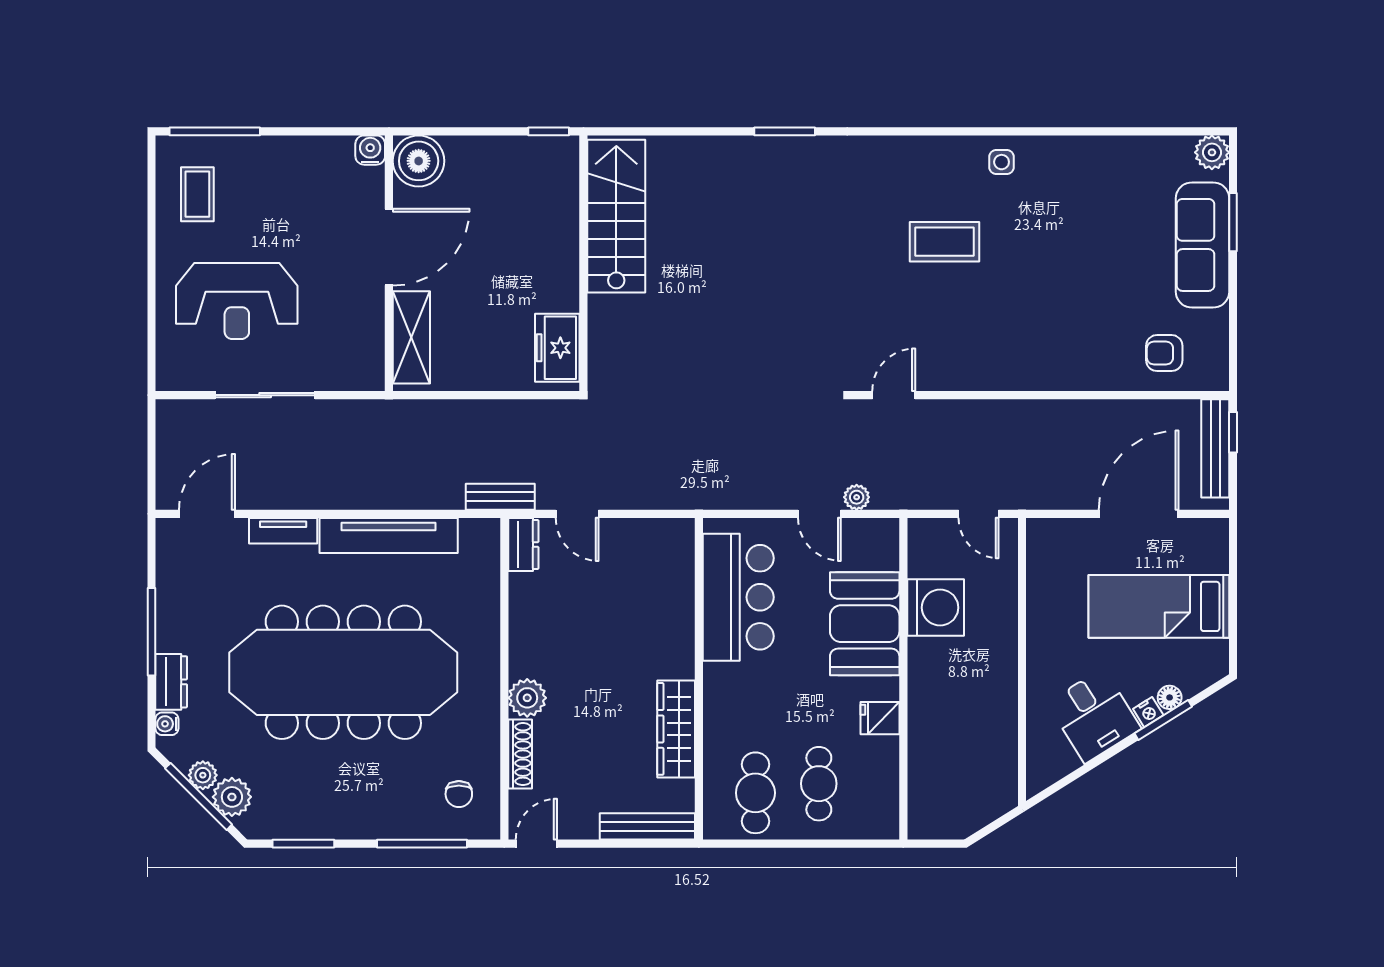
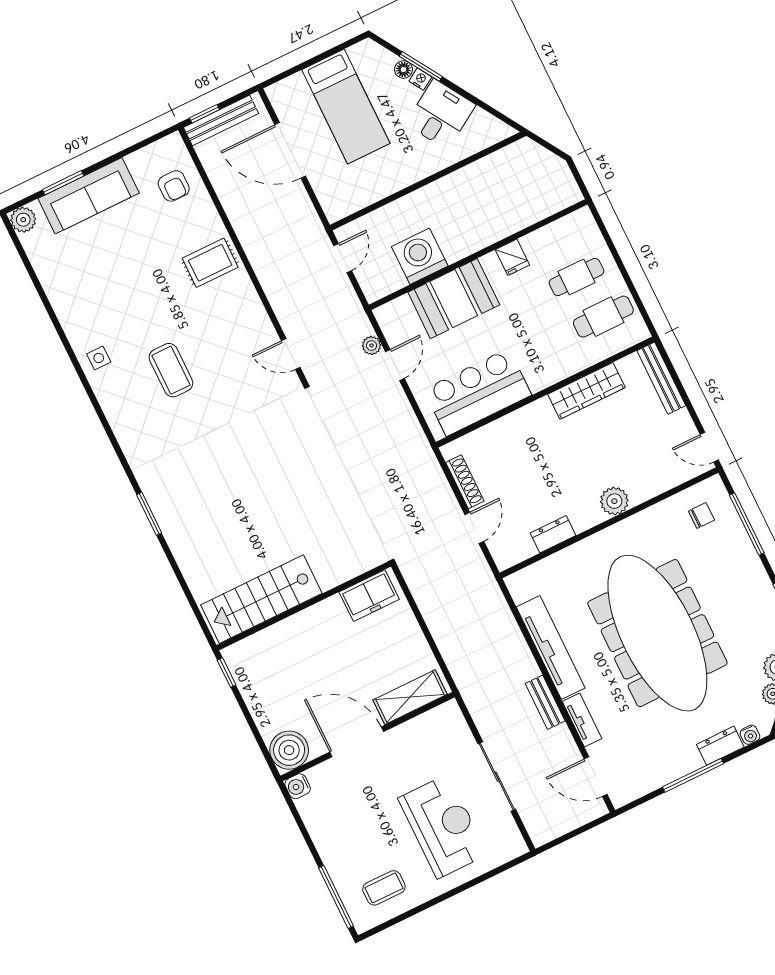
rug: (1051, 352) -> (210, 263), added
bench: (500, 497) -> (545, 702), moved
dresser: (523, 544) -> (553, 534), moved
shoe rack: (520, 754) -> (465, 482), moved, turned 90

